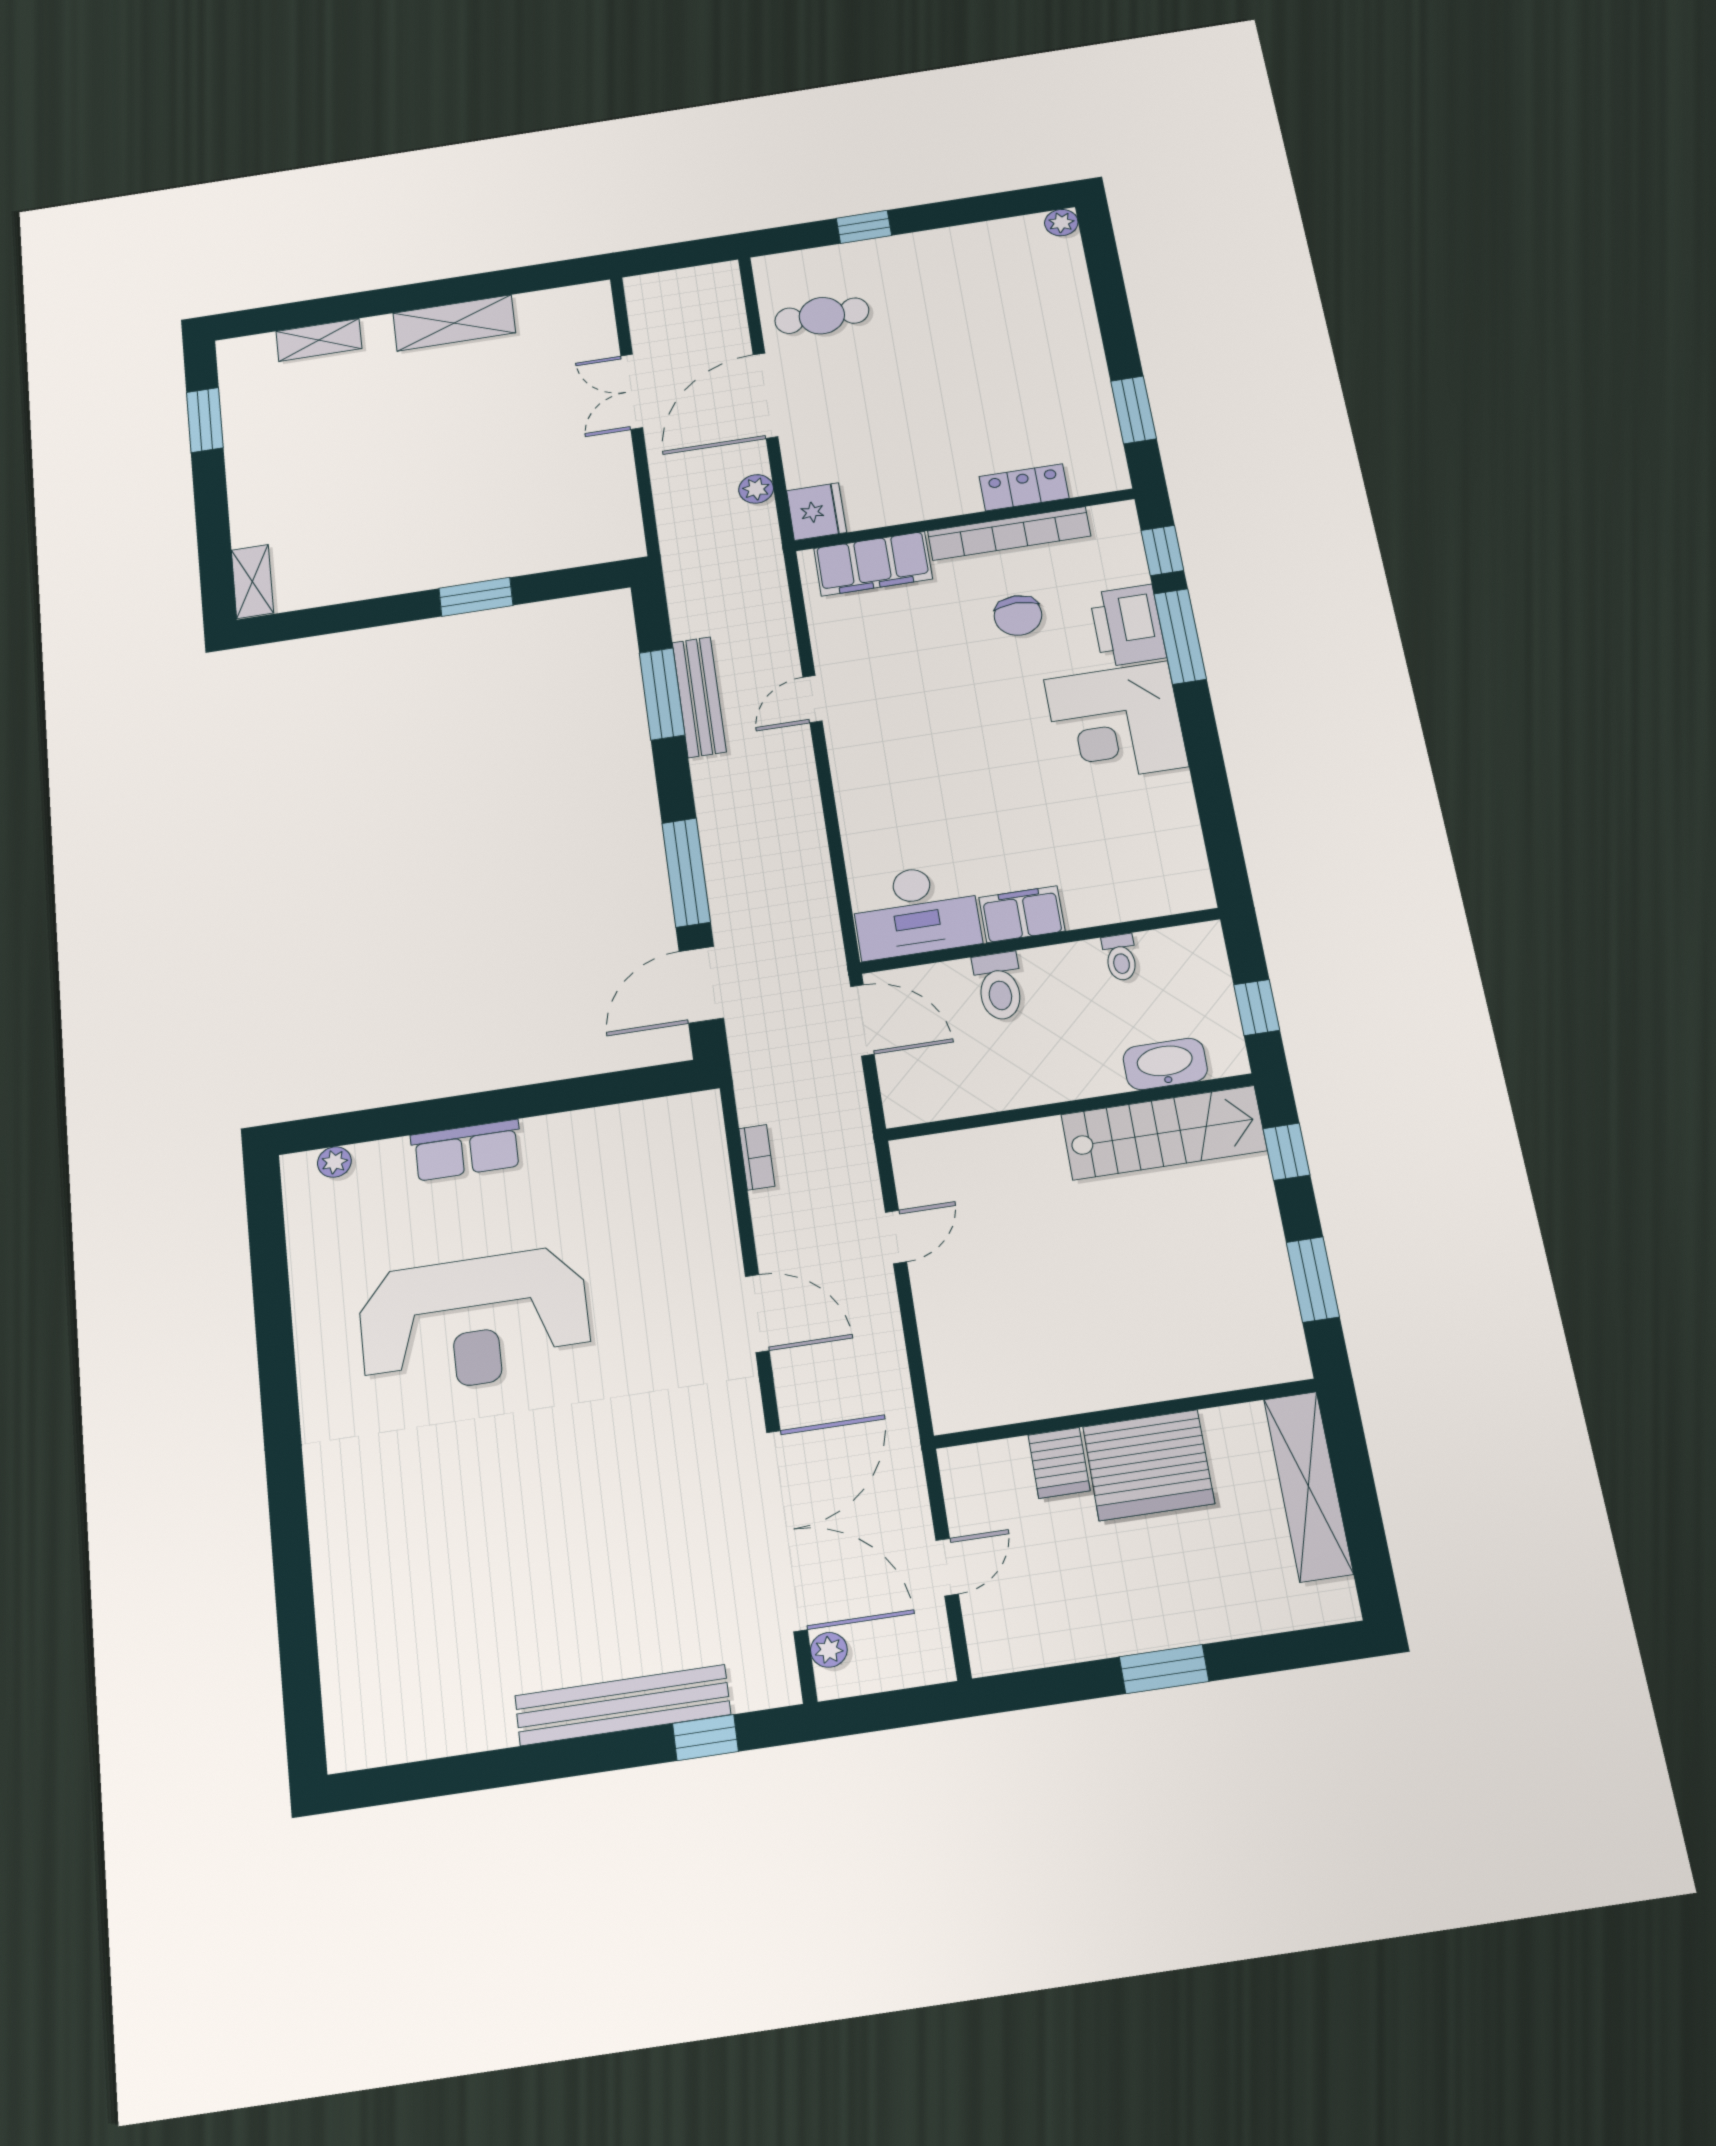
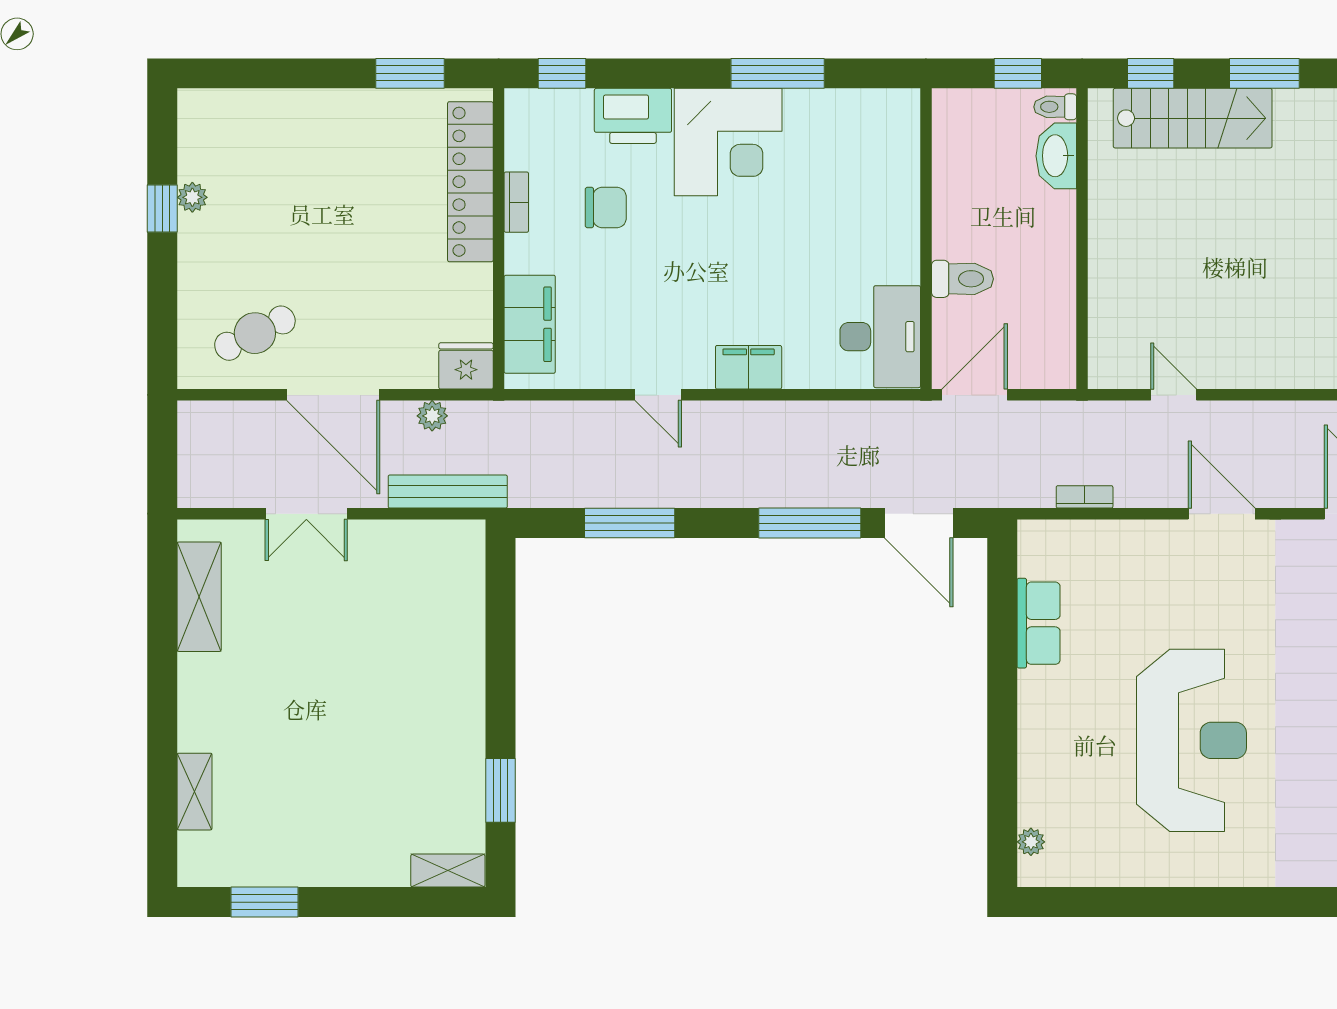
plant: (1061, 223) -> (192, 197), moved
window: (864, 227) -> (162, 208), moved
cafe table: (822, 316) -> (255, 333), turned 64
shelving: (454, 323) -> (199, 597), moved
locker: (1024, 487) -> (470, 182), width x2.16, depth x1.21
bookcase: (1009, 533) -> (516, 202), width x0.43, depth x0.76
window: (476, 597) -> (500, 790), moved
window: (1180, 636) -> (778, 73), moved
bench: (699, 697) -> (448, 492), moved
filing cabinet: (1022, 914) -> (749, 367), moved, turned 90
toilet: (1120, 957) -> (1055, 107), moved, turned 180
stairs: (1164, 1133) -> (1193, 118), moved, turned 90
row of seats: (466, 1150) -> (1039, 623), moved
door: (757, 1313) -> (1222, 514), hinge flipped

